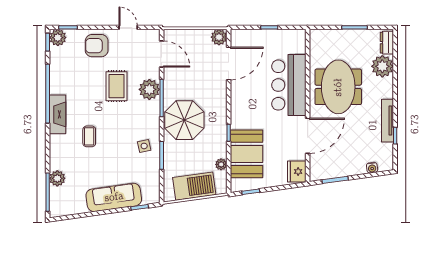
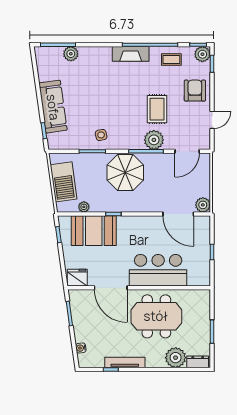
rug: (117, 86) -> (157, 109), turned 90
coffee table: (89, 136) -> (171, 60), moved

